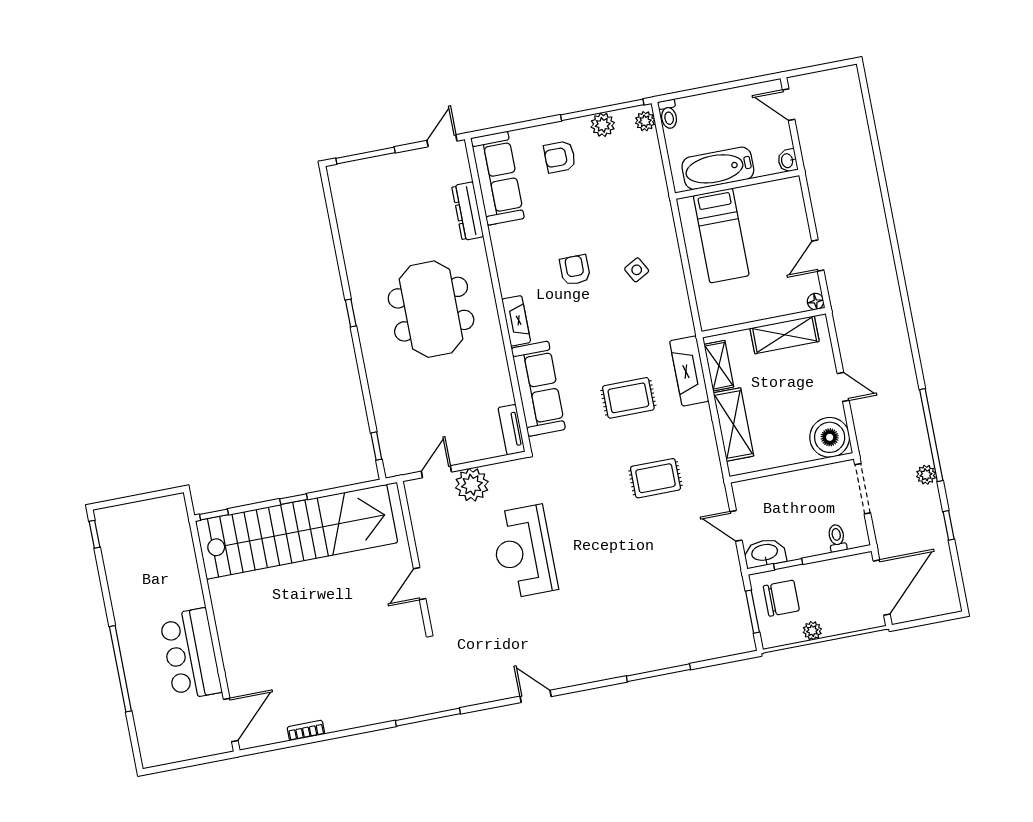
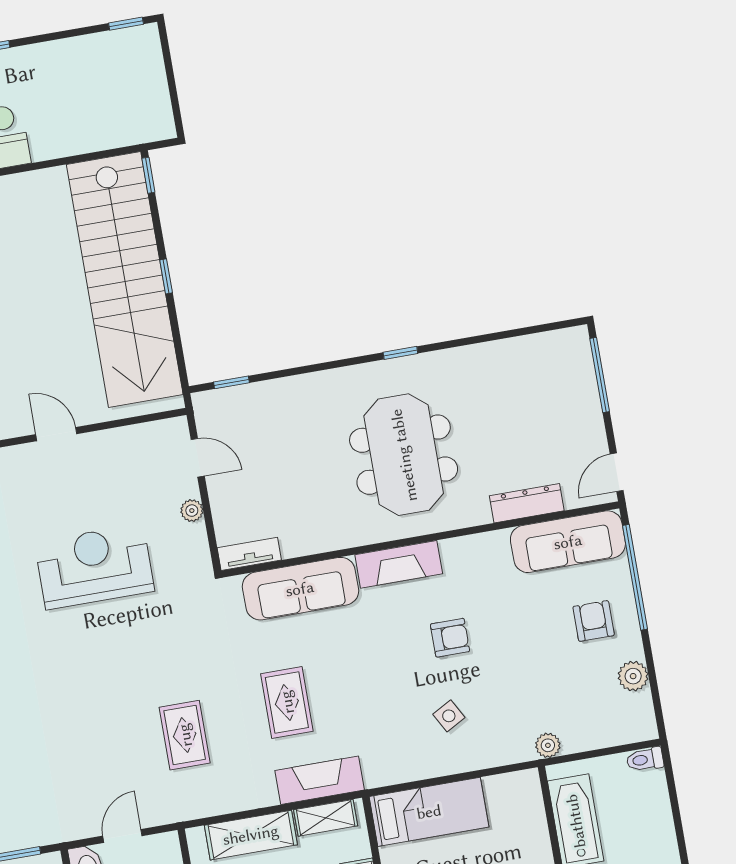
window: (602, 110) -> (635, 577), moved
plant: (645, 121) -> (548, 745), moved
door: (442, 141) -> (617, 472), swing flipped
bed: (721, 236) -> (429, 812), moved, turned 180
meeting table: (431, 309) -> (404, 455), turned 90
fireplace: (516, 321) -> (399, 564), width x1.37, depth x1.32
plant: (472, 485) -> (192, 511), width x0.53, depth x0.53

